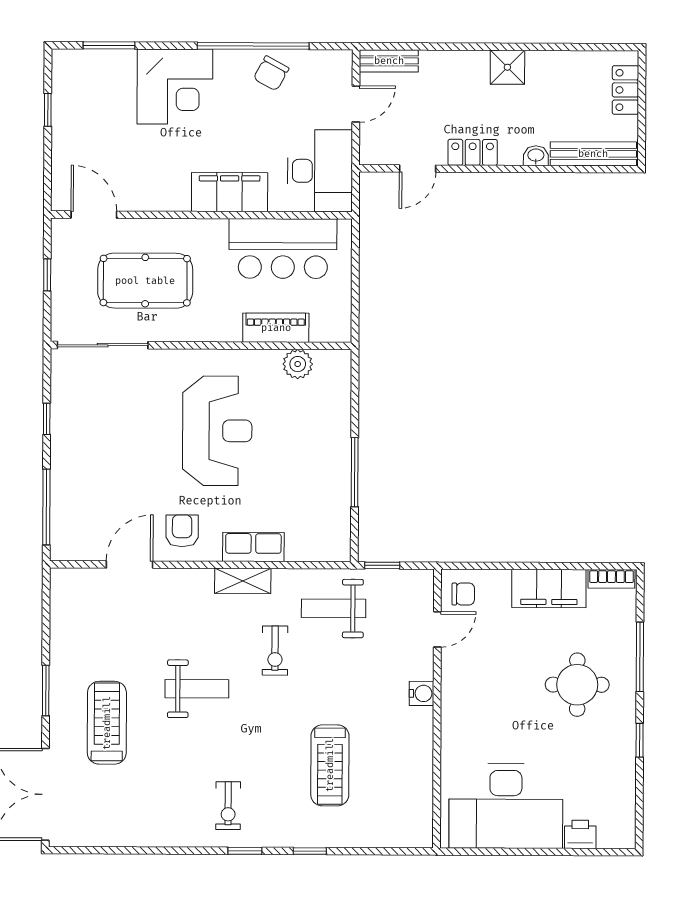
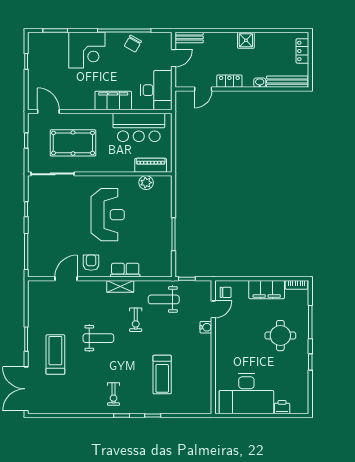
piano: (276, 328) -> (151, 165), moved
water cooler: (422, 693) -> (206, 327), moved

